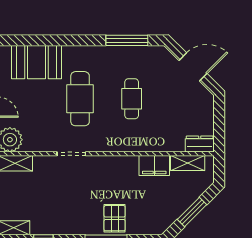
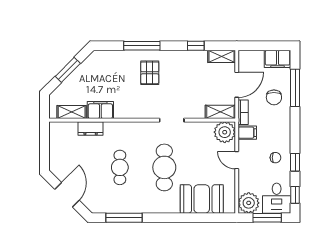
door: (193, 67) -> (67, 195), swing flipped
dresser: (200, 144) -> (91, 128), moved
pallet: (115, 218) -> (150, 73), moved

